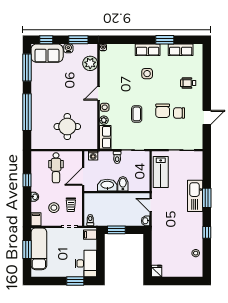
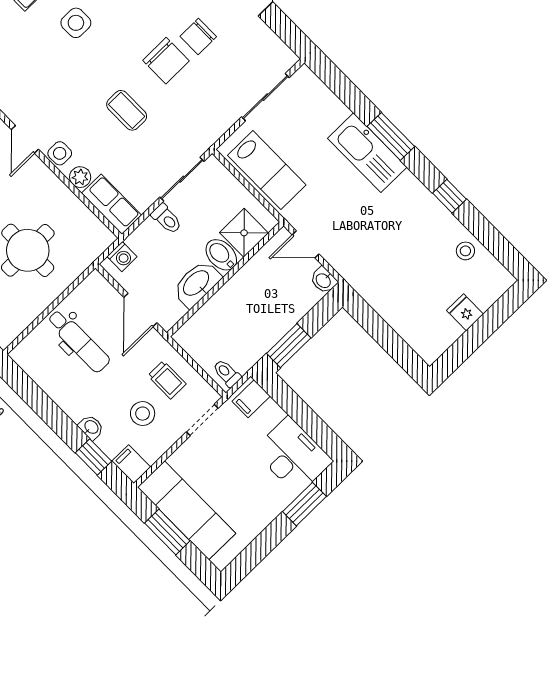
window: (27, 180) -> (94, 457), moved
shower: (136, 184) -> (244, 233), added
fridge: (157, 271) -> (465, 312), moved

